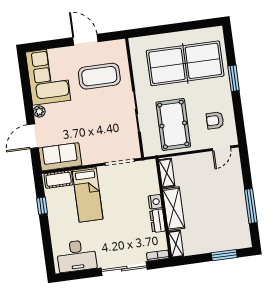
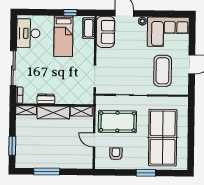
door: (221, 148) -> (94, 140), moved
bed: (88, 195) -> (63, 36), moved, turned -90
nightstand: (155, 202) -> (61, 99), removed

